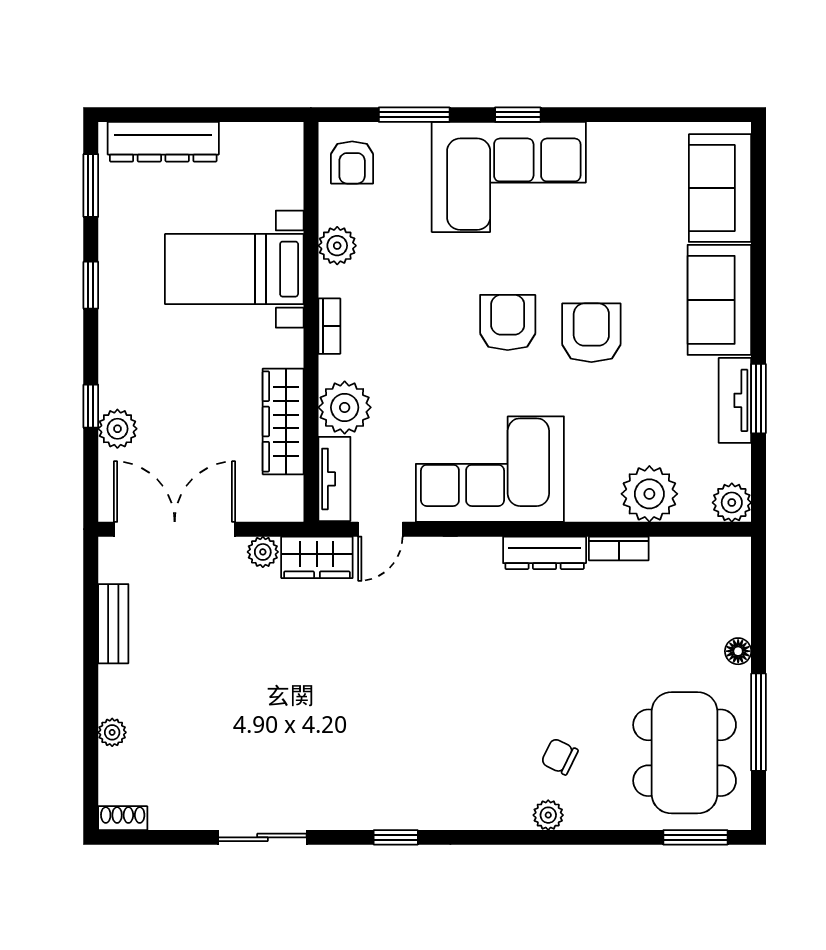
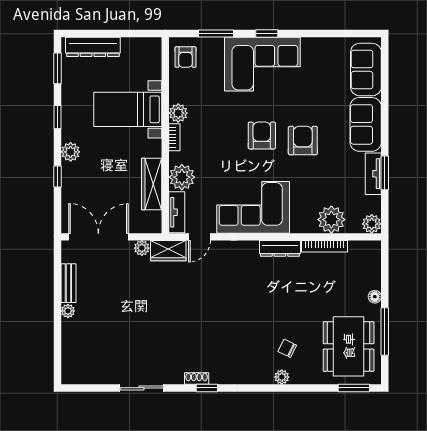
plant: (337, 246) -> (178, 113), moved
plant: (117, 429) -> (71, 152), moved
bookcase: (619, 548) -> (325, 246), width x1.56
plant: (112, 732) -> (68, 311), moved
shoe rack: (123, 818) -> (197, 379), moved

